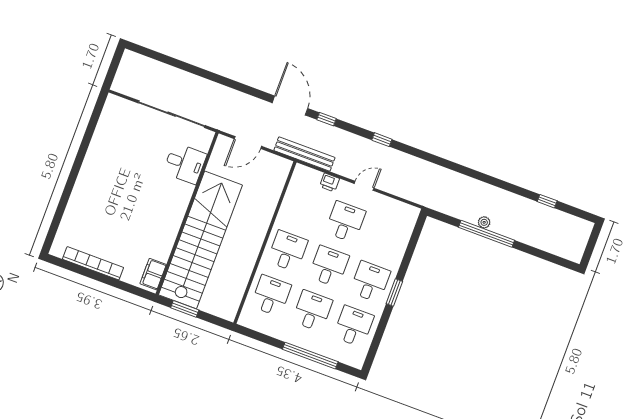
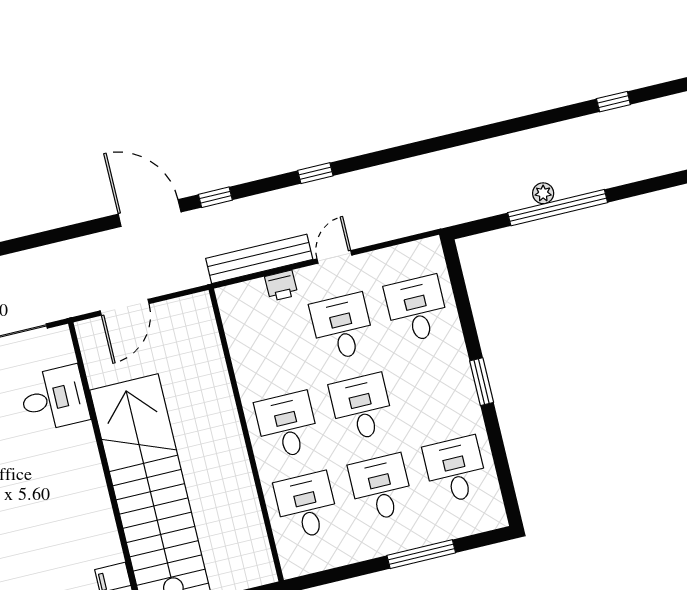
bench: (304, 154) -> (259, 259), moved
desk: (370, 282) -> (417, 309), moved
window: (310, 356) -> (421, 554), width x0.68

